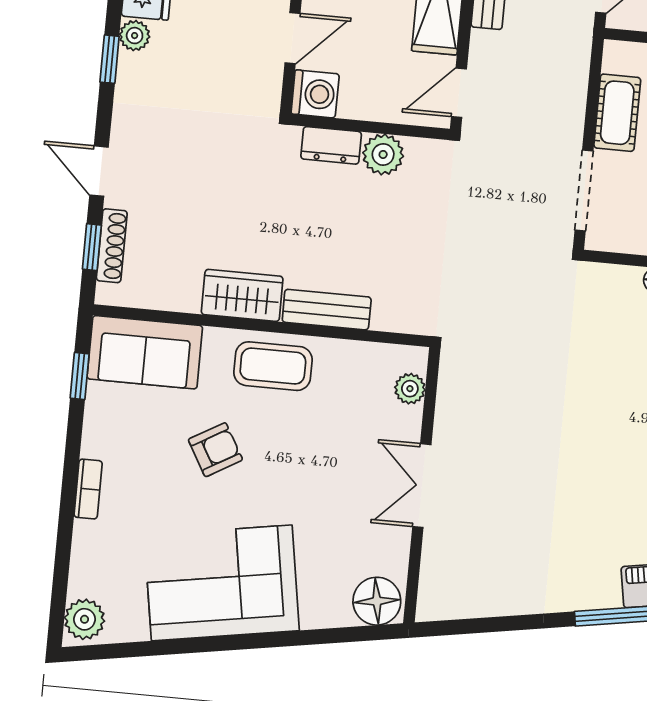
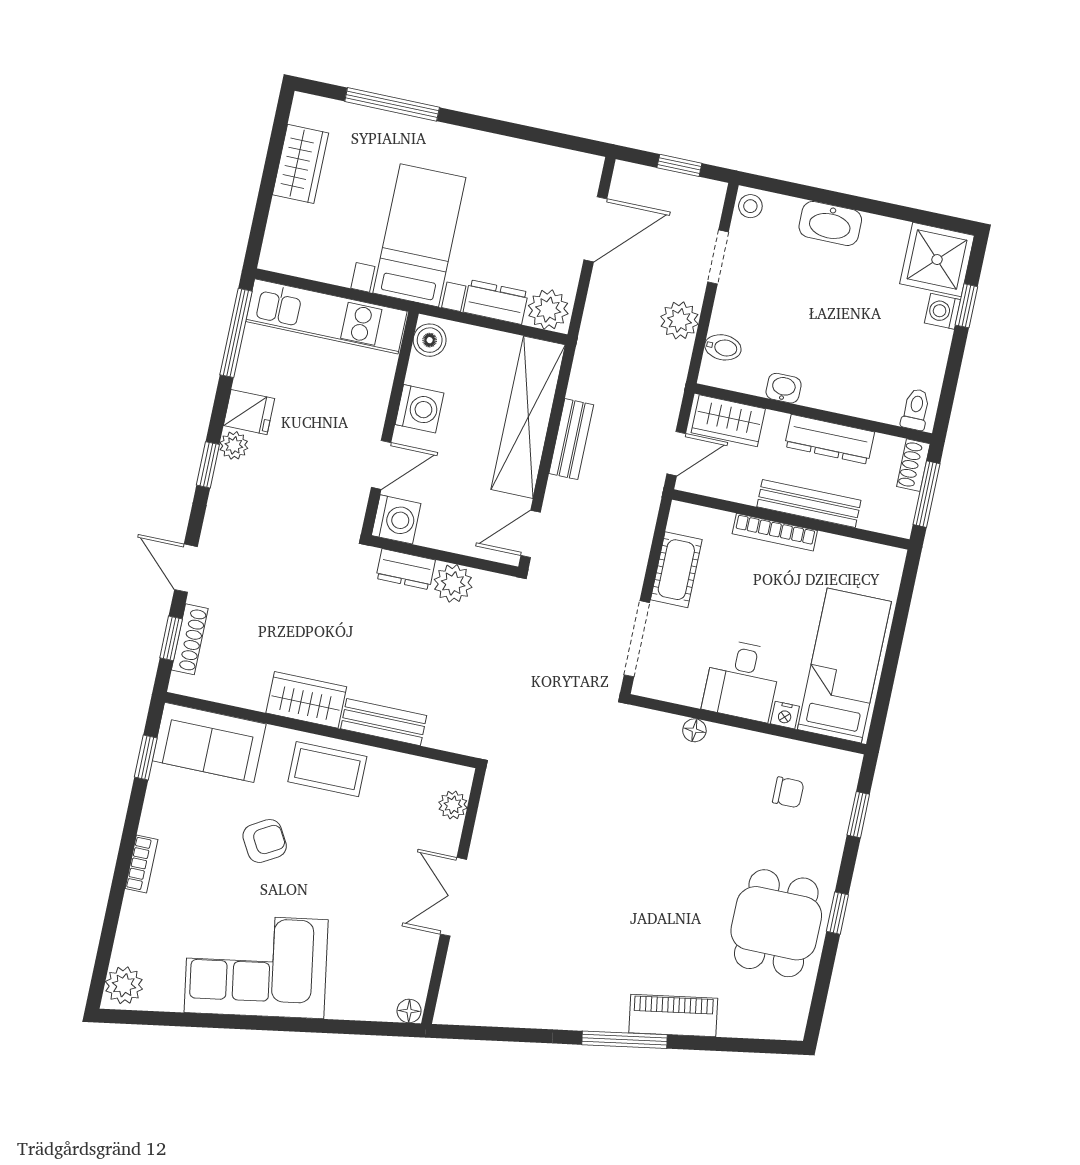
floor lamp: (377, 601) -> (409, 1011), width x0.53, depth x0.53

